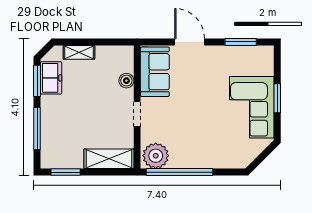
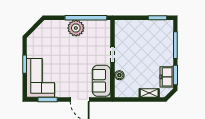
corner sofa: (252, 107) -> (41, 78), moved
plant: (156, 156) -> (76, 28), moved
shelving: (109, 159) -> (130, 26), removed

